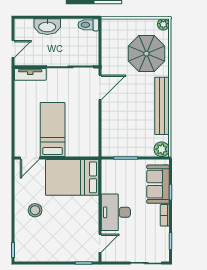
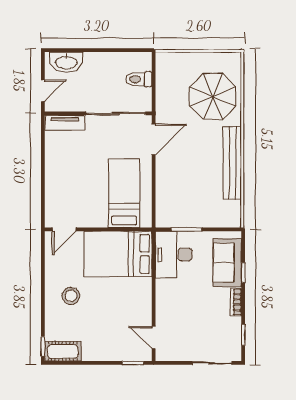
plant: (163, 24) -> (234, 59), removed
toilet: (88, 25) -> (139, 79), moved
washbasin: (47, 27) -> (66, 62), moved
bed: (53, 130) -> (124, 193), moved
plant: (162, 149) -> (232, 218), removed
desk: (116, 212) -> (174, 255), moved
door: (100, 243) -> (154, 338), swing flipped
cot: (29, 254) -> (63, 351), added

